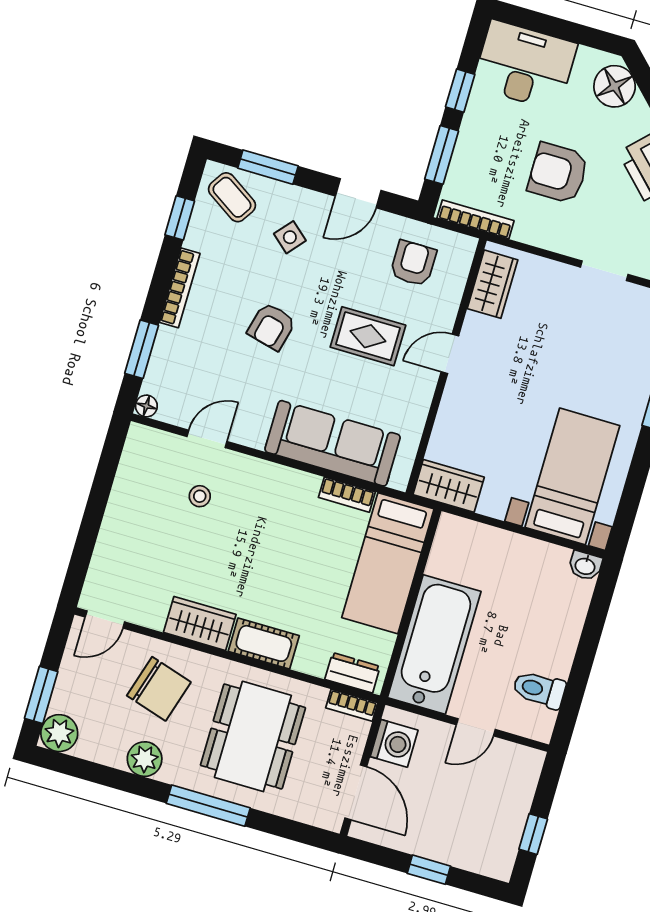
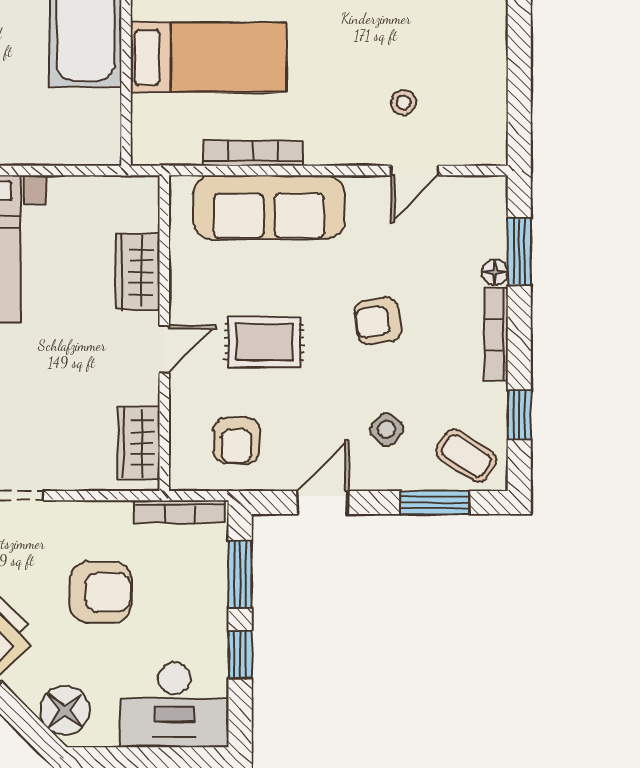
armchair: (272, 326) -> (378, 321), turned -113
floor lamp: (146, 406) -> (495, 272), moved
wardrobe: (449, 486) -> (138, 272), moved, turned 90
bookcase: (347, 495) -> (253, 153), width x1.56
bed: (388, 563) -> (208, 57), moved, turned 90

